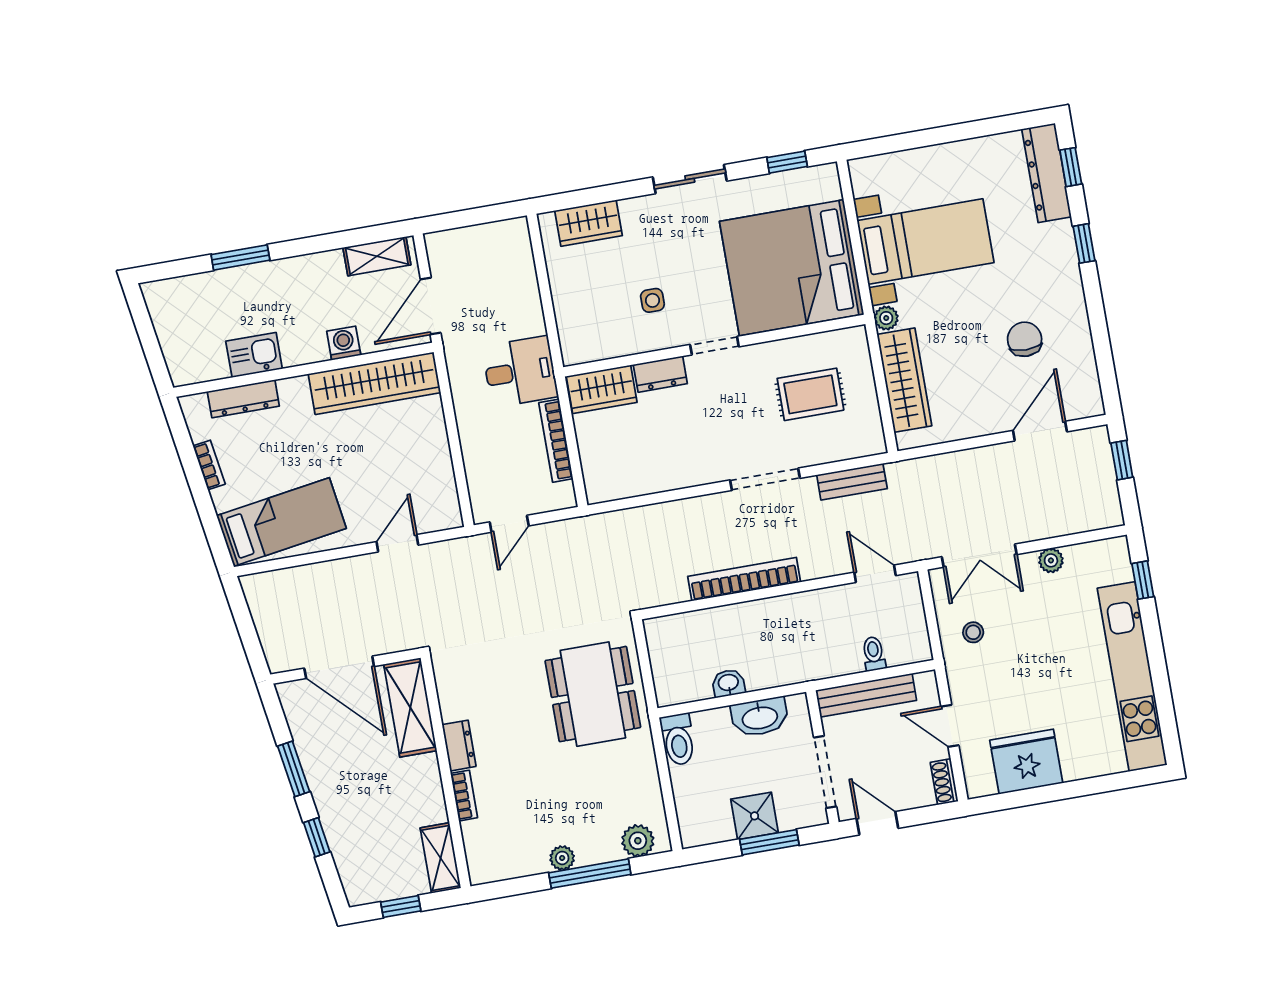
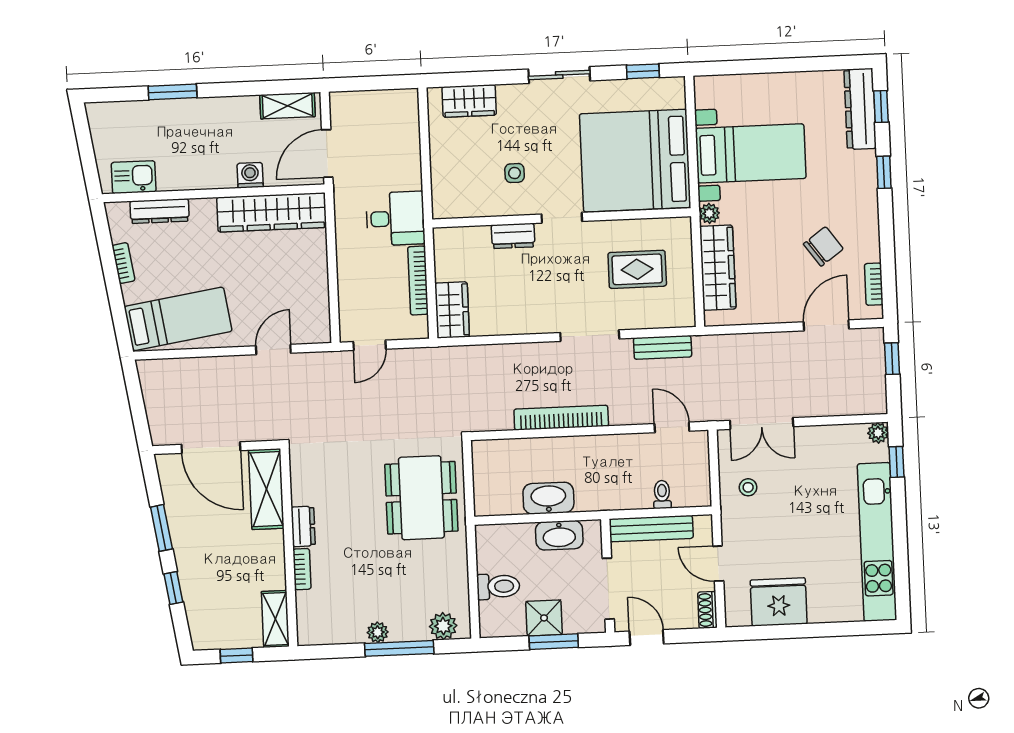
chair: (1025, 339) -> (823, 246), turned 54
kitchen sink: (254, 355) -> (134, 177), moved
bookcase: (1089, 376) -> (874, 284), added
wardrobe: (602, 389) -> (452, 310), moved, turned -90
plant: (1051, 560) -> (878, 433), moved
washbasin: (728, 683) -> (548, 498), width x1.91, depth x1.45
toilet: (678, 739) -> (498, 586), moved, turned -90

